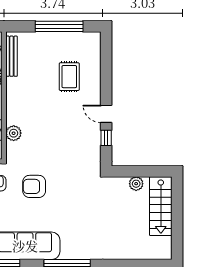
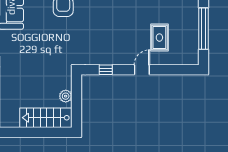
rug: (69, 77) -> (159, 38), turned 90
door: (106, 114) -> (142, 70), moved

